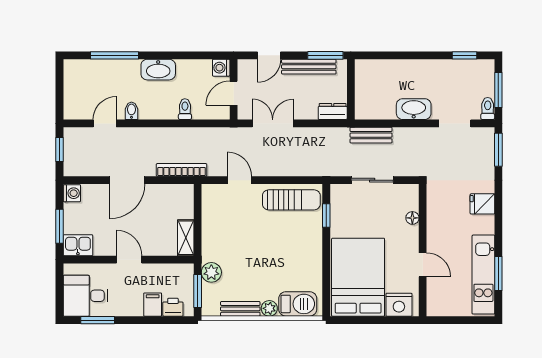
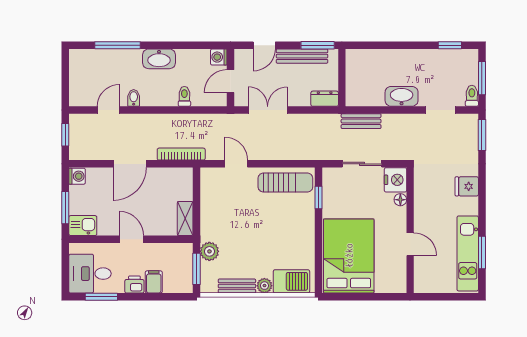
nightstand: (399, 305) -> (395, 180), moved, turned -90
printer: (173, 307) -> (134, 284), moved

